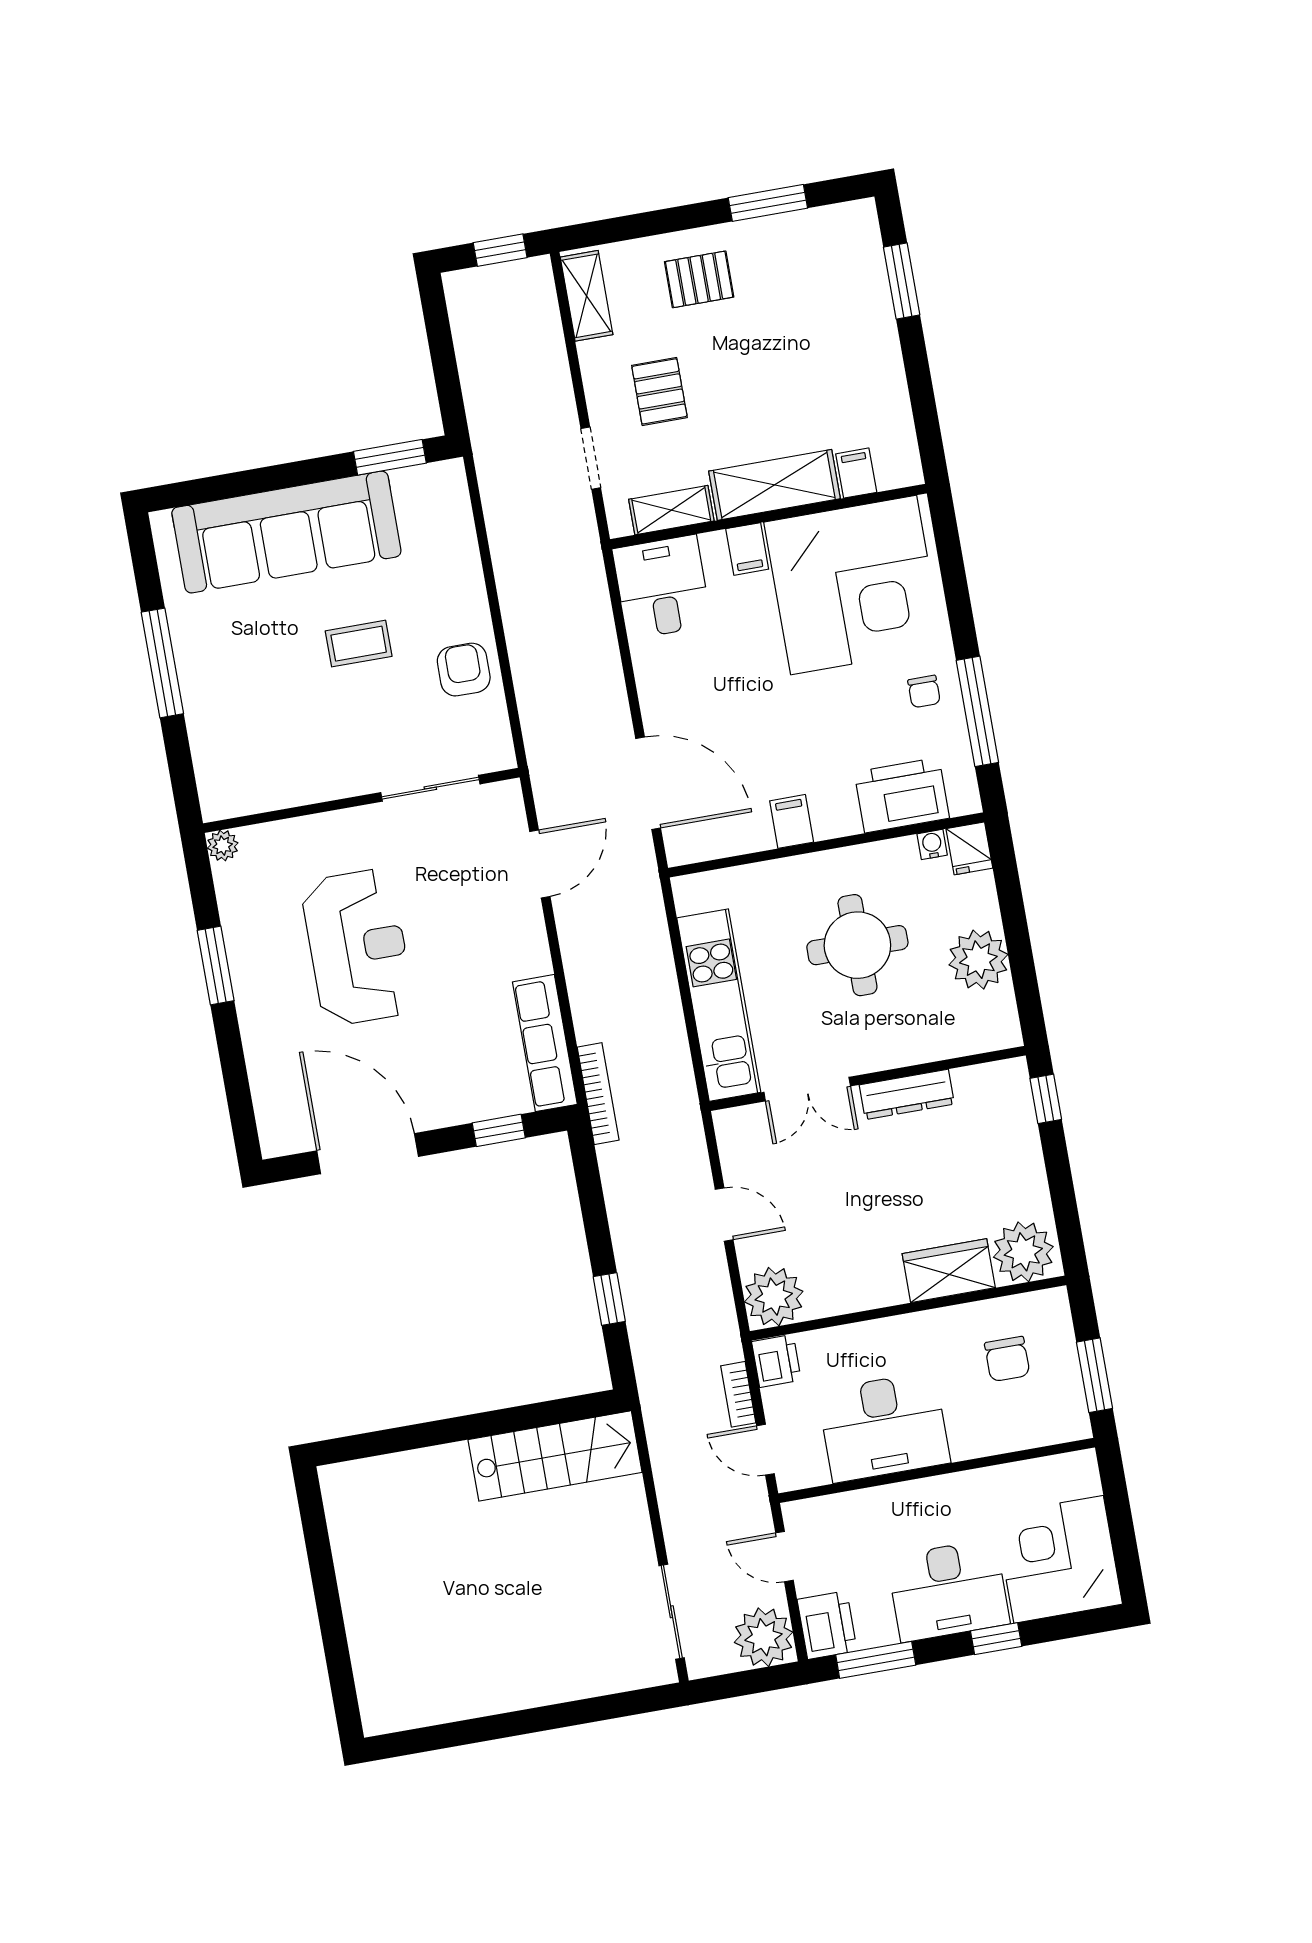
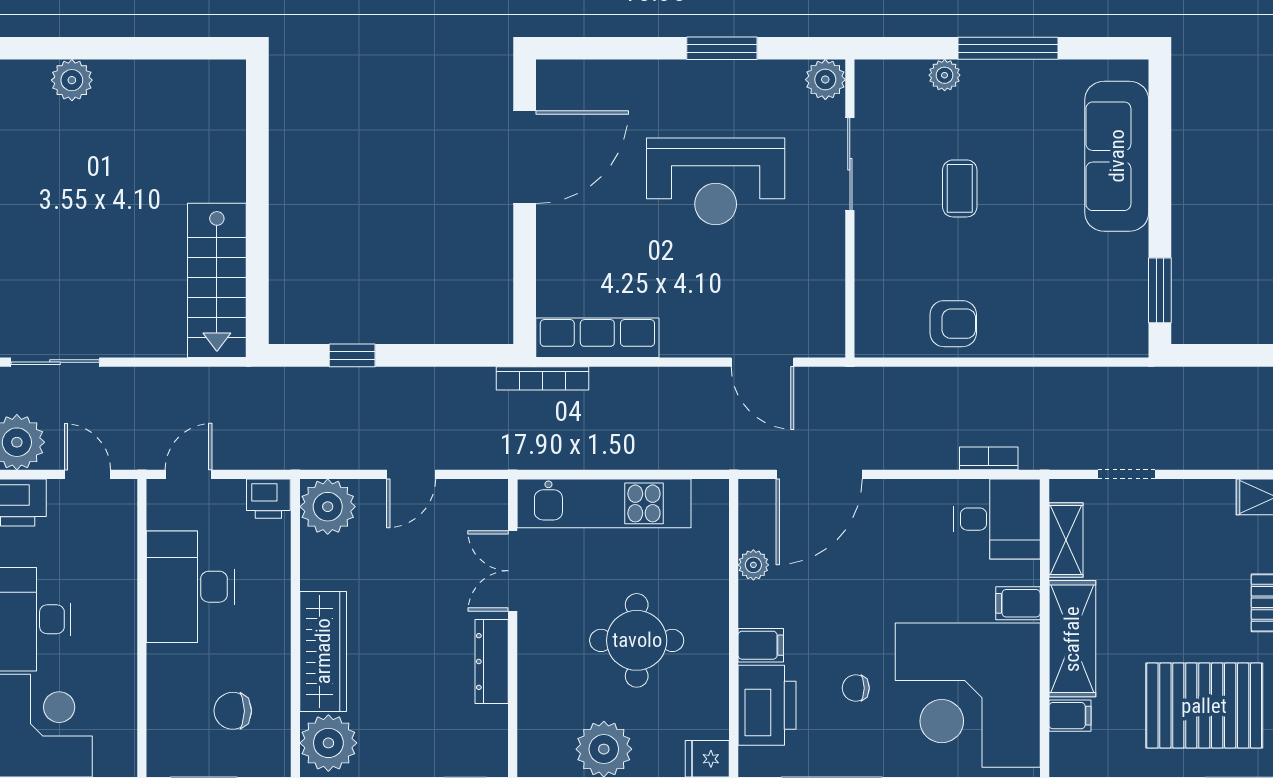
pallet: (659, 391) -> (1204, 706), moved, width x2.05, depth x2.00
sofa: (286, 532) -> (1117, 156), width x0.74, depth x0.79
coffee table: (359, 644) -> (960, 188), moved
chair: (924, 691) -> (856, 688), moved
plant: (203, 725) -> (945, 75), added
sliding door: (430, 788) -> (850, 164), moved
filing cabinet: (792, 821) -> (761, 645), moved
plant: (756, 836) -> (753, 565), added
water cooler: (932, 844) -> (717, 725), removed
plant: (223, 846) -> (825, 80), width x1.38, depth x1.38
window: (499, 1130) -> (525, 281), removed
wardrobe: (949, 1271) -> (323, 651), width x1.50
bookcase: (738, 1394) -> (989, 458), moved
door: (784, 1557) -> (87, 474), hinge flipped
plant: (371, 1647) -> (72, 80), added

